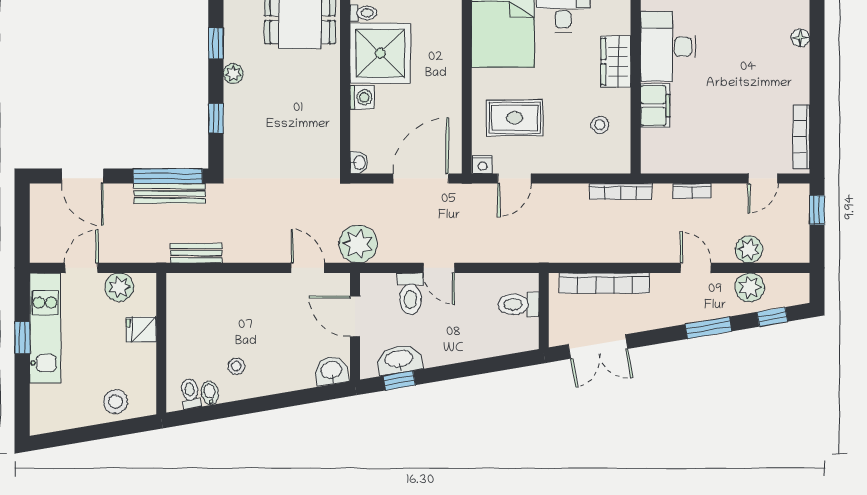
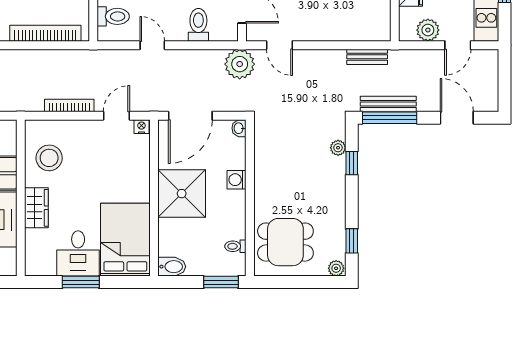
window: (216, 43) -> (352, 241), moved
shower: (380, 53) -> (182, 194), moved
plant: (233, 74) -> (338, 148), moved
rug: (515, 118) -> (116, 164), removed
stool: (600, 125) -> (49, 158), width x1.89, depth x1.89
bookcase: (620, 191) -> (69, 105), moved
door: (439, 268) -> (152, 45), moved

